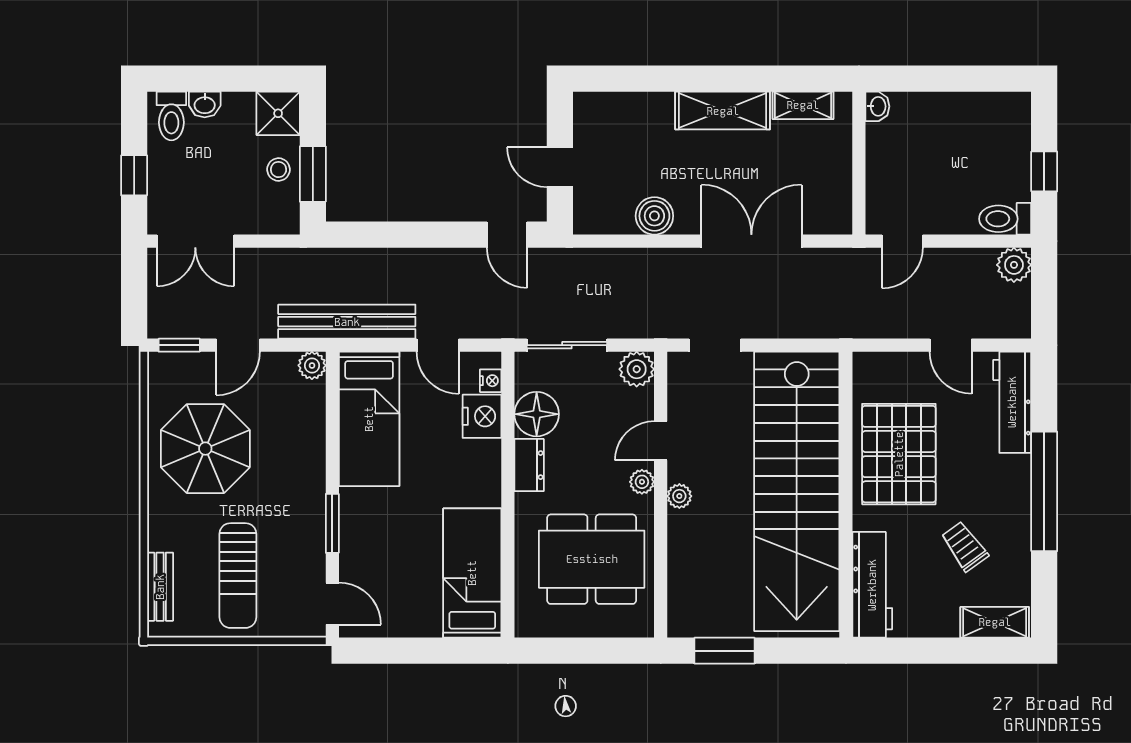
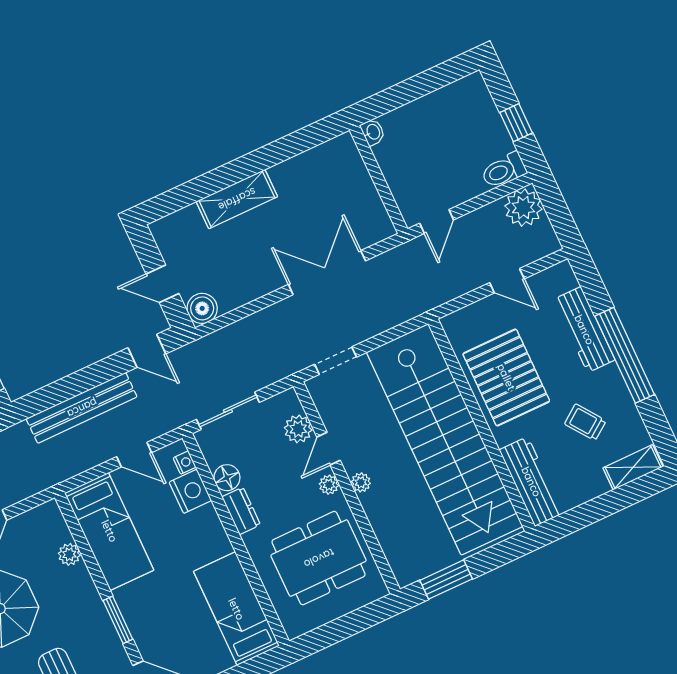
shelving: (803, 105) -> (318, 156), removed
shelving: (723, 111) -> (237, 199), moved
boiler: (654, 216) -> (202, 308), moved
plant: (1014, 265) -> (523, 208), width x1.36, depth x1.36
bench: (347, 322) -> (82, 408), moved
plant: (312, 365) -> (69, 554), moved
plant: (637, 369) -> (298, 429), moved
workbench: (1012, 402) -> (584, 330), moved
floor lamp: (537, 414) -> (227, 478), width x0.73, depth x0.73

